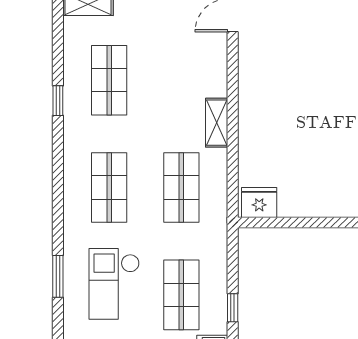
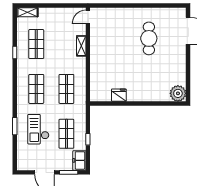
shelving: (217, 123) -> (81, 46), moved
fridge: (259, 202) -> (119, 95), moved

